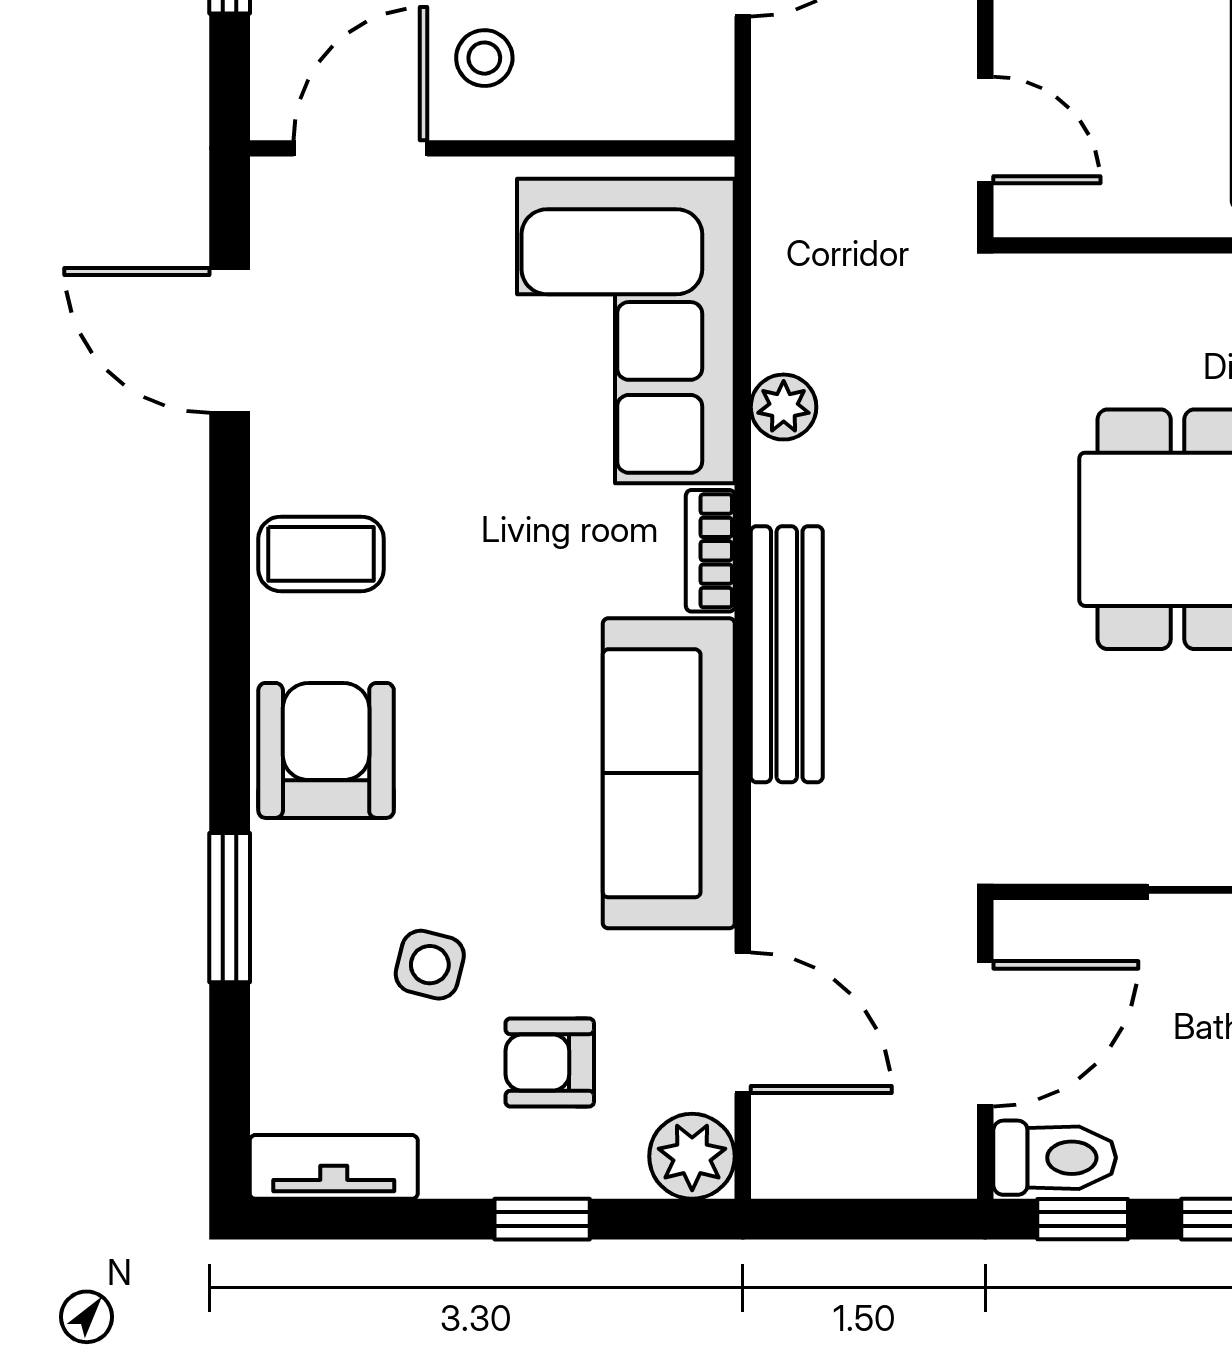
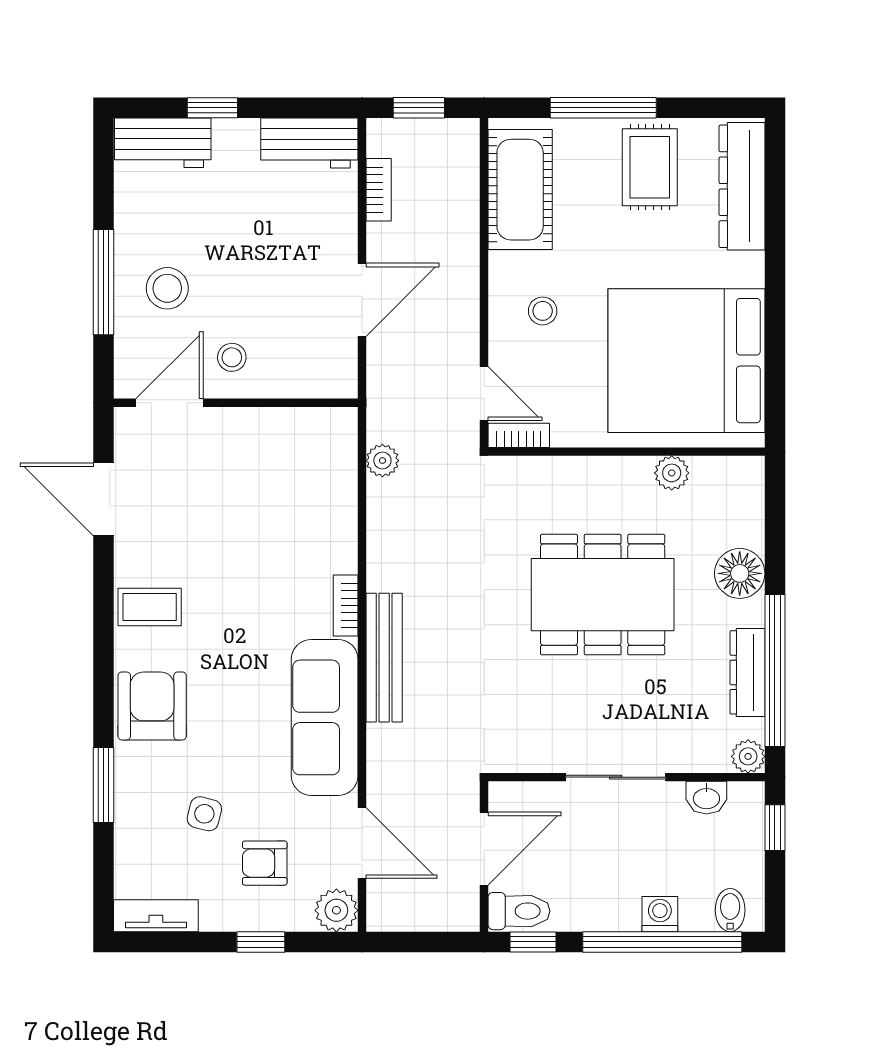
bookcase: (1054, 213) -> (519, 435), added
corner sofa: (626, 331) -> (303, 495), removed
plant: (784, 407) -> (382, 461), moved

